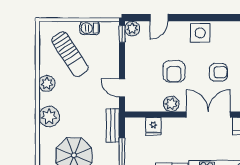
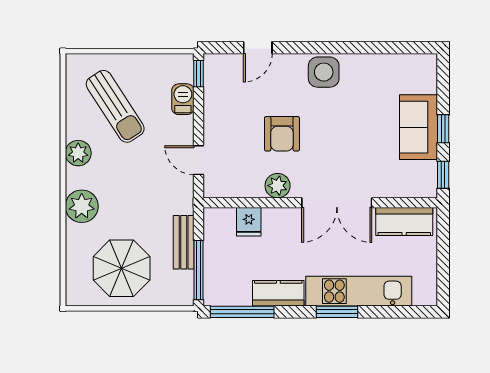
barbecue: (90, 28) -> (183, 99), moved, turned 90
plant: (132, 29) -> (215, 65), removed
armchair: (218, 72) -> (353, 135), removed
double door: (208, 114) -> (337, 203), swing flipped
bench: (113, 125) -> (184, 242), moved

